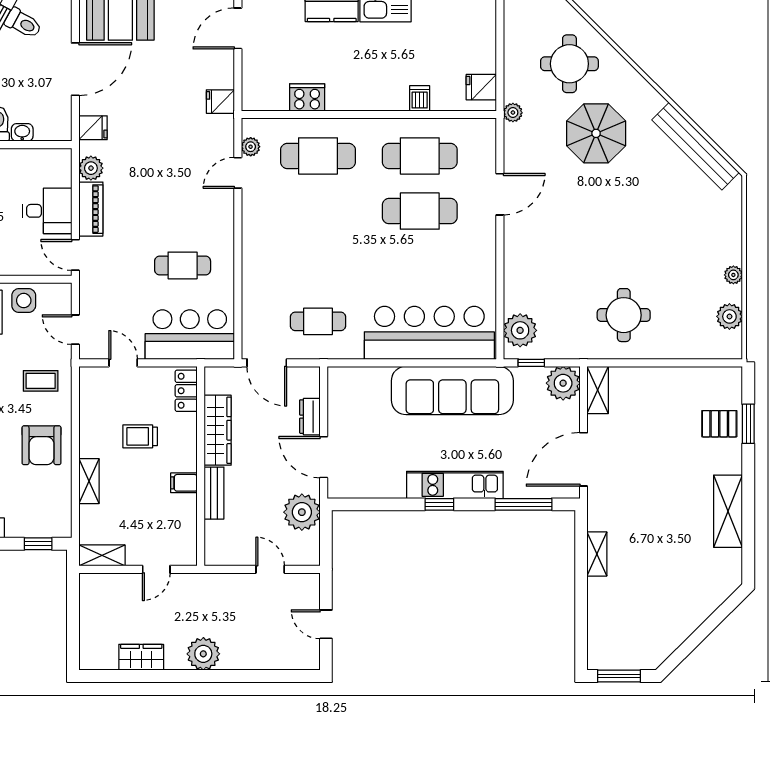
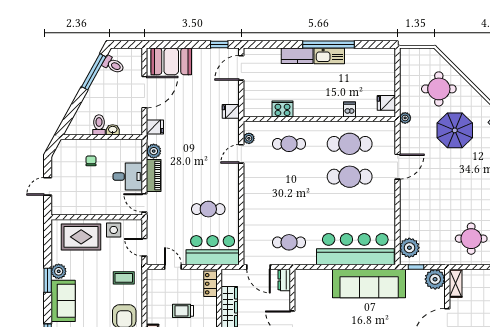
cafe table: (318, 156) -> (289, 144), width x0.73, depth x0.74
dresser: (310, 417) -> (284, 280), moved

